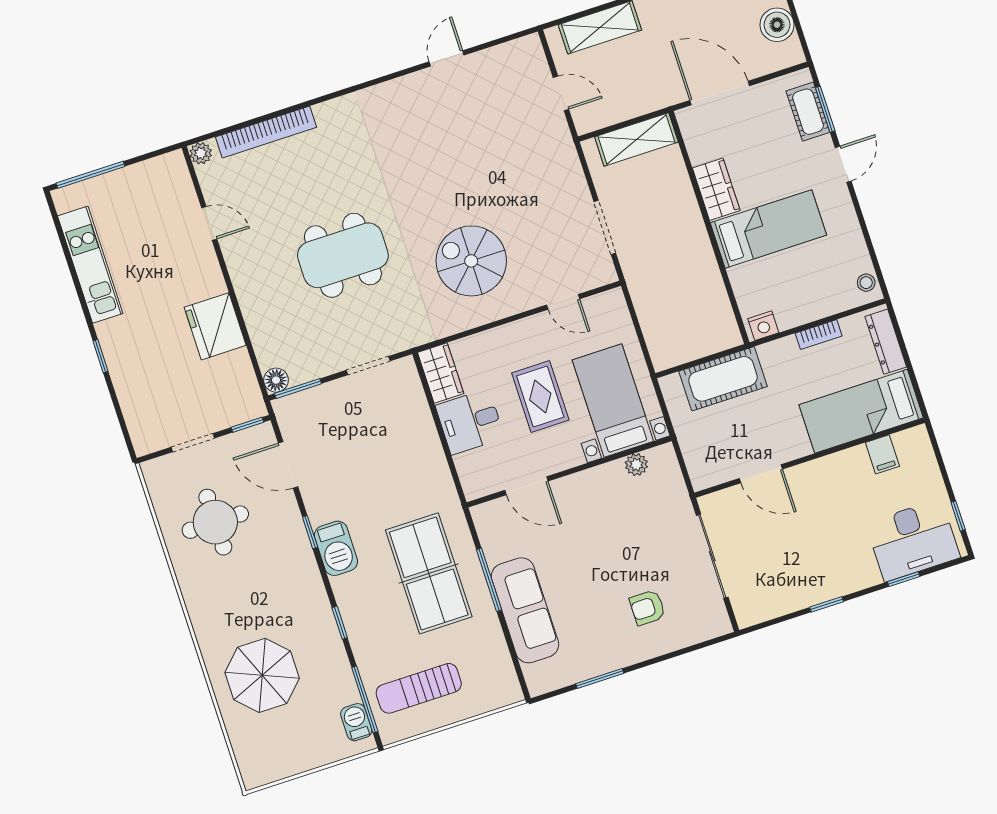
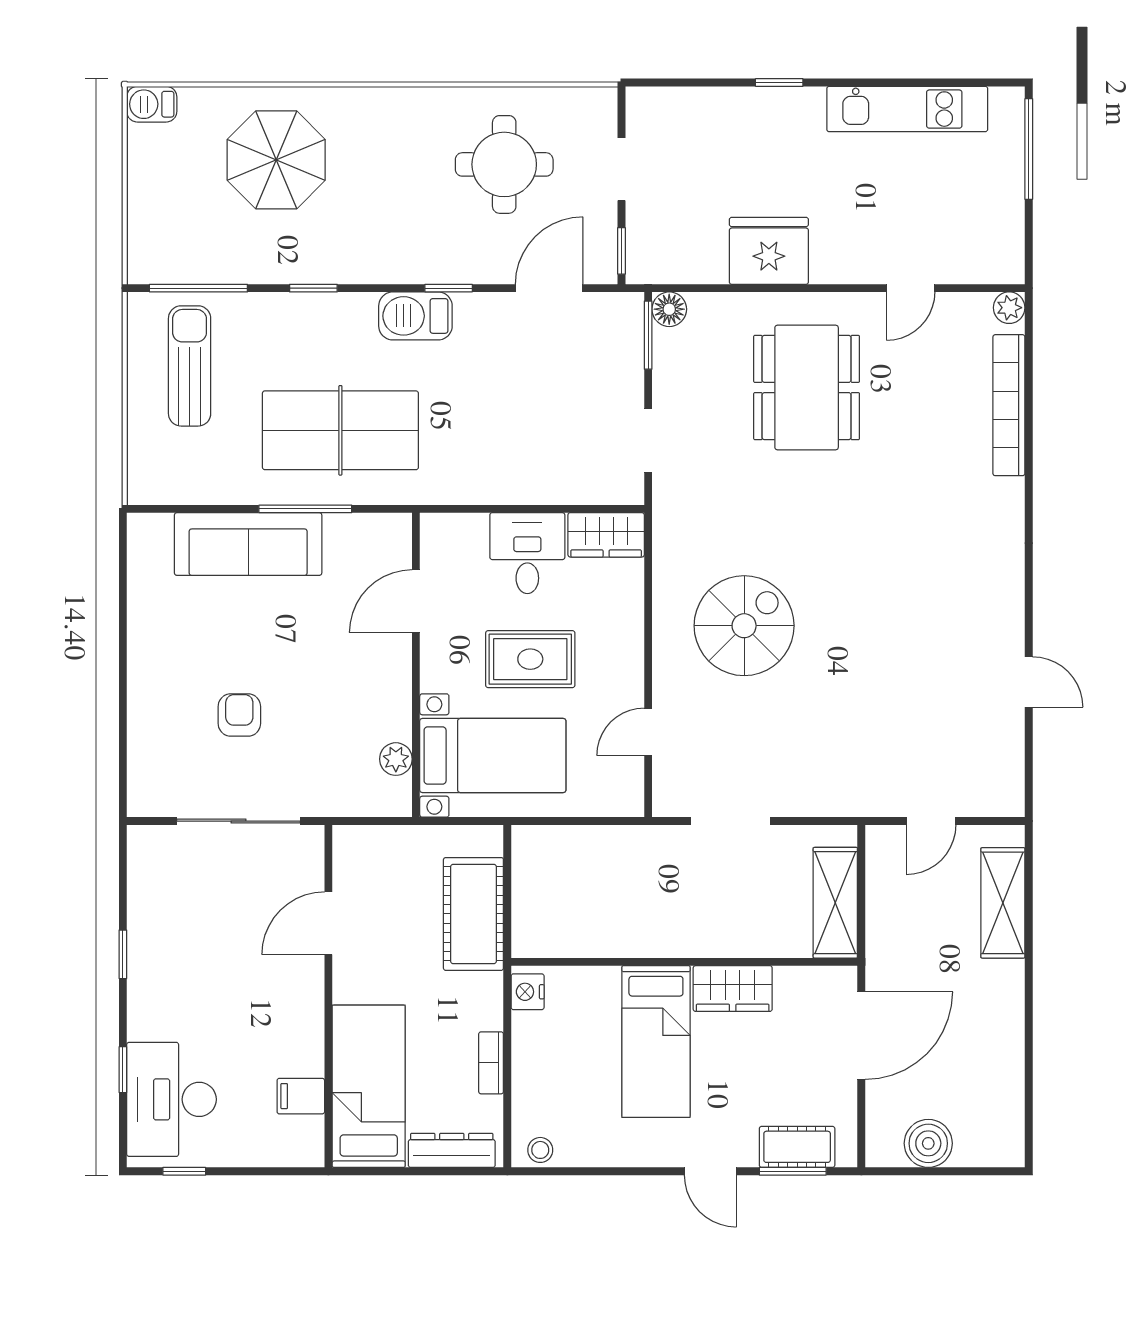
dining table: (343, 255) -> (807, 388), moved
armchair: (647, 608) -> (239, 715), moved
window: (600, 679) -> (123, 615), removed
barbecue: (356, 722) -> (152, 104), moved, turned 180

